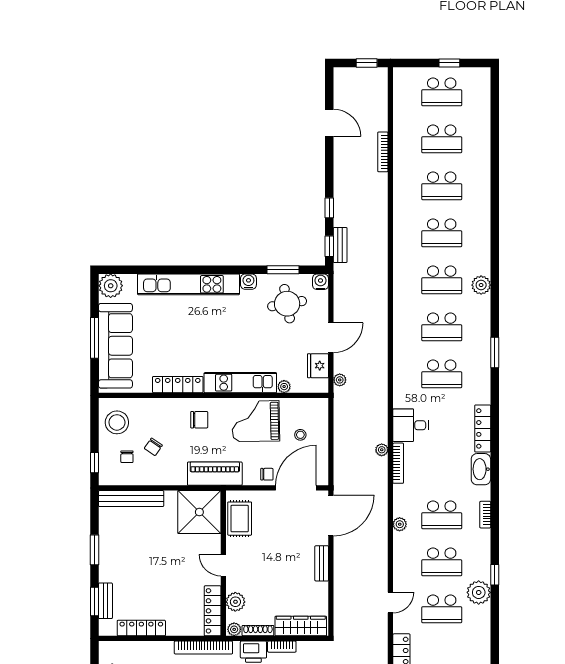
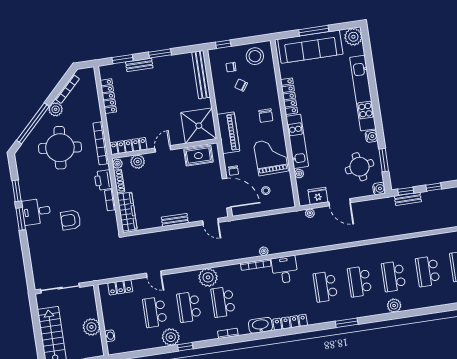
door: (331, 516) -> (211, 222), width x0.53
plant: (400, 524) -> (208, 277), width x1.88, depth x1.88
bench: (105, 601) -> (139, 65), moved

